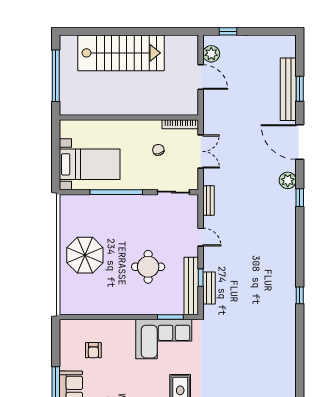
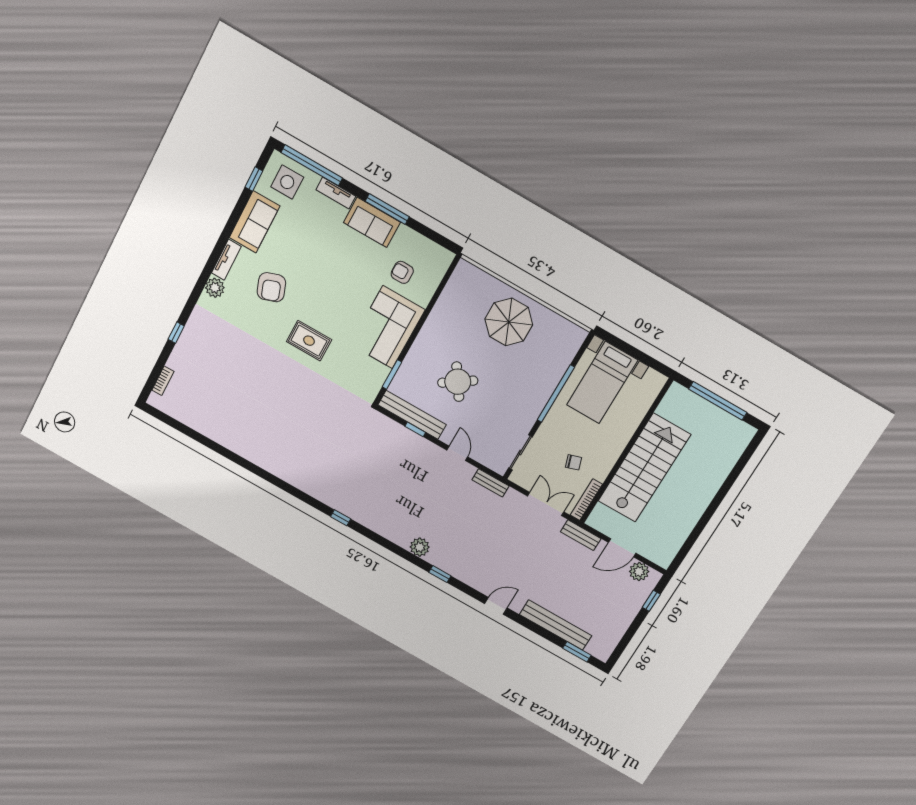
stairs: (121, 53) -> (644, 468), moved, turned 180
window: (300, 89) -> (577, 652), moved
door: (300, 142) -> (496, 606), width x0.53
double door: (201, 151) -> (546, 504), swing flipped
plant: (288, 180) -> (420, 547), moved
door: (201, 237) -> (457, 453), swing flipped
round table: (148, 267) -> (458, 382), turned -34
bench: (209, 288) -> (581, 535), moved
corner sofa: (164, 339) -> (388, 327), moved

